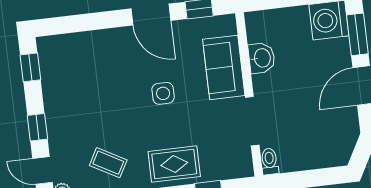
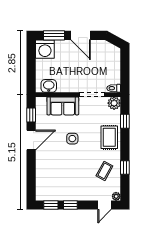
washbasin: (262, 58) -> (49, 86), moved
window: (37, 127) -> (70, 205), moved
plant: (241, 166) -> (114, 103), added

